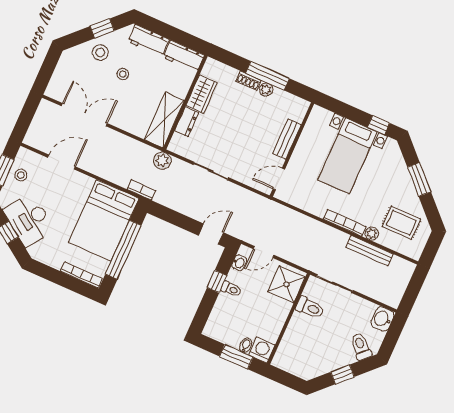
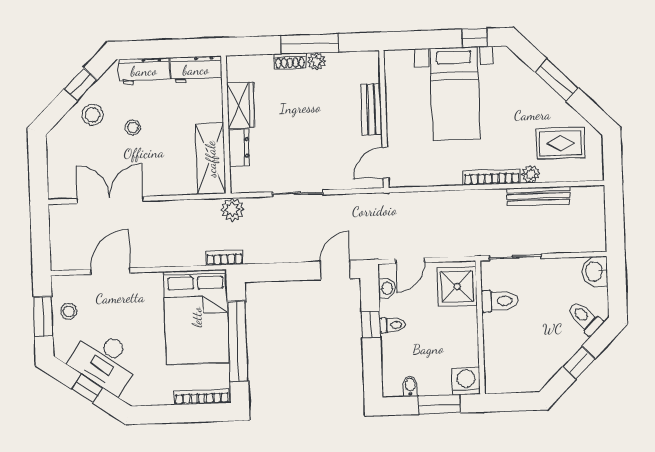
bidet: (246, 345) -> (410, 386), moved

